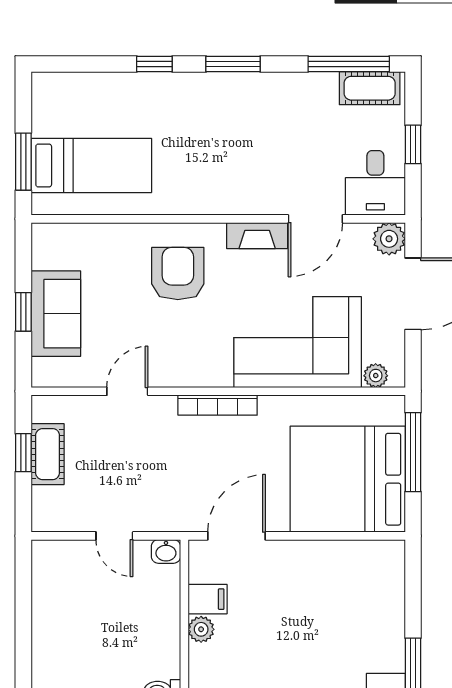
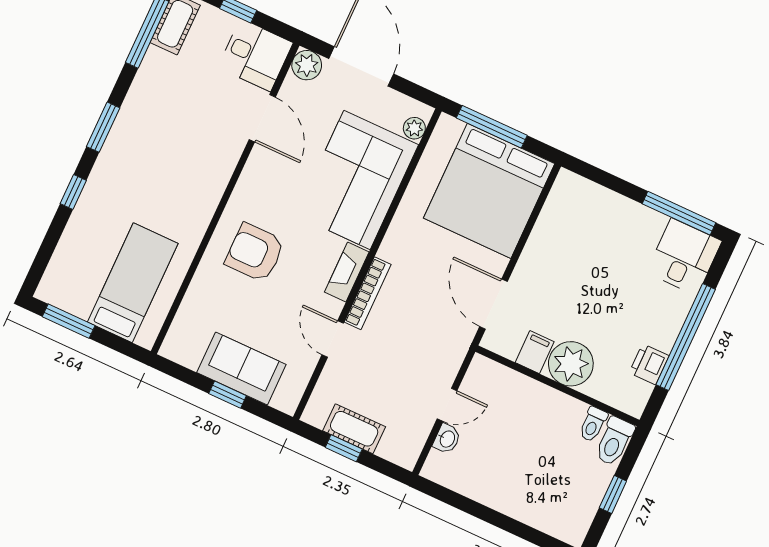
window: (23, 162) -> (69, 321), moved
fireplace: (257, 236) -> (347, 272), moved, turned 180
bookcase: (218, 405) -> (368, 293), moved
washbasin: (166, 551) -> (447, 439), moved
plant: (201, 629) -> (571, 364), width x1.88, depth x1.88

